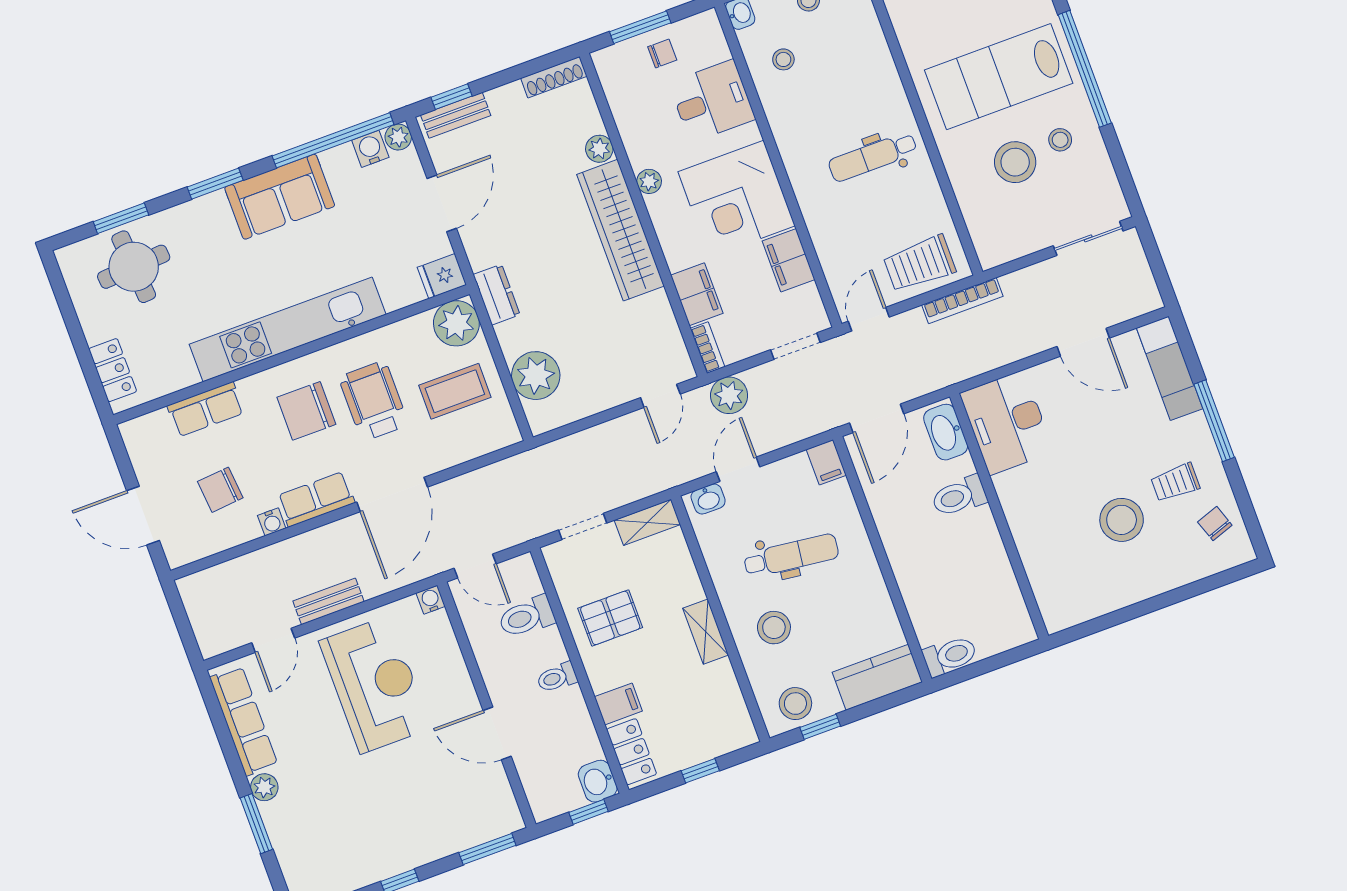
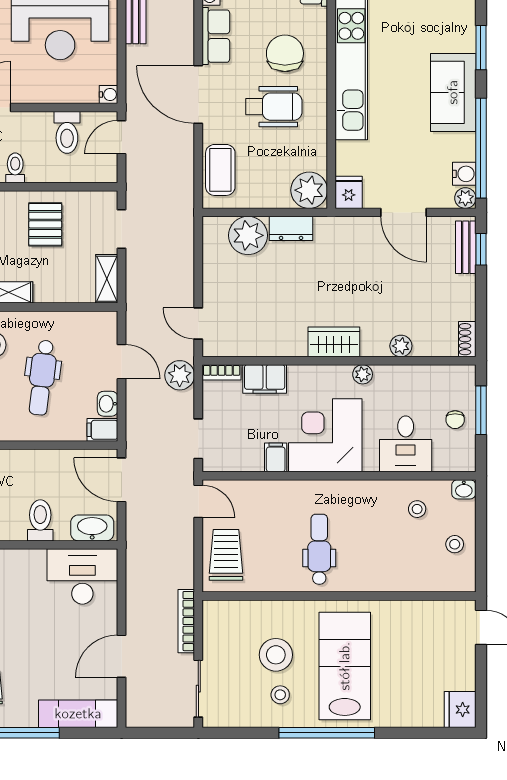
shoe rack: (554, 77) -> (467, 339), width x0.70
wardrobe: (620, 230) -> (334, 342), width x0.48, depth x0.85
filing cabinet: (789, 260) -> (276, 457), width x0.50
dresser: (497, 295) -> (291, 228), moved
bookcase: (962, 301) -> (186, 621), moved
coffee table: (455, 391) -> (220, 170), moved
washbasin: (708, 499) -> (108, 404), moved
toilet: (527, 617) -> (67, 132), moved, turned 180

